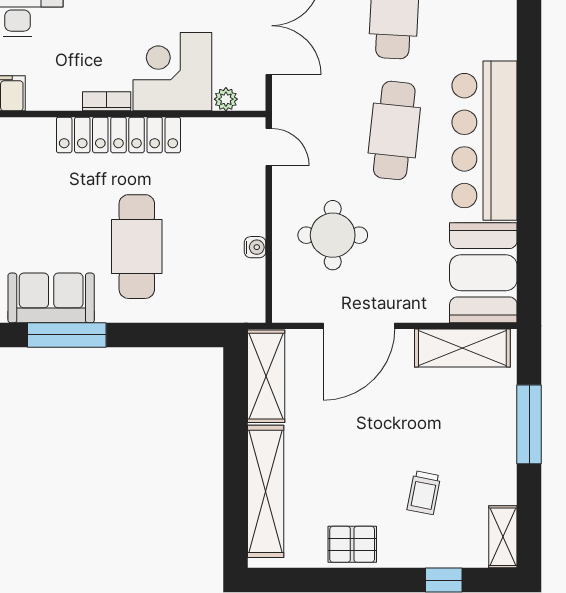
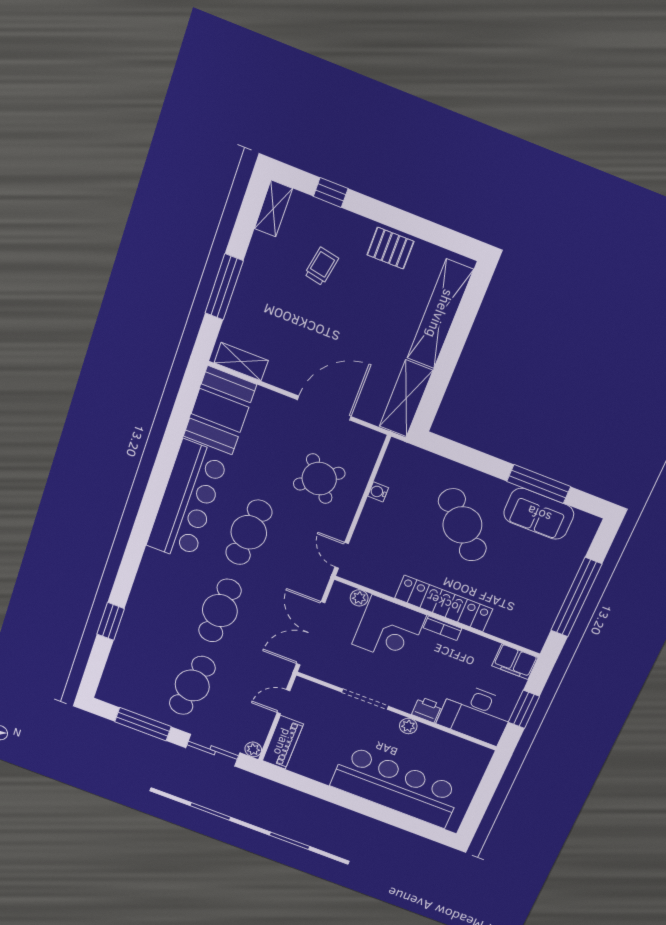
round table: (333, 235) -> (319, 479), turned -38
cafe table: (137, 247) -> (462, 525), turned -44
shelving: (462, 348) -> (241, 362), width x0.67, depth x0.75

